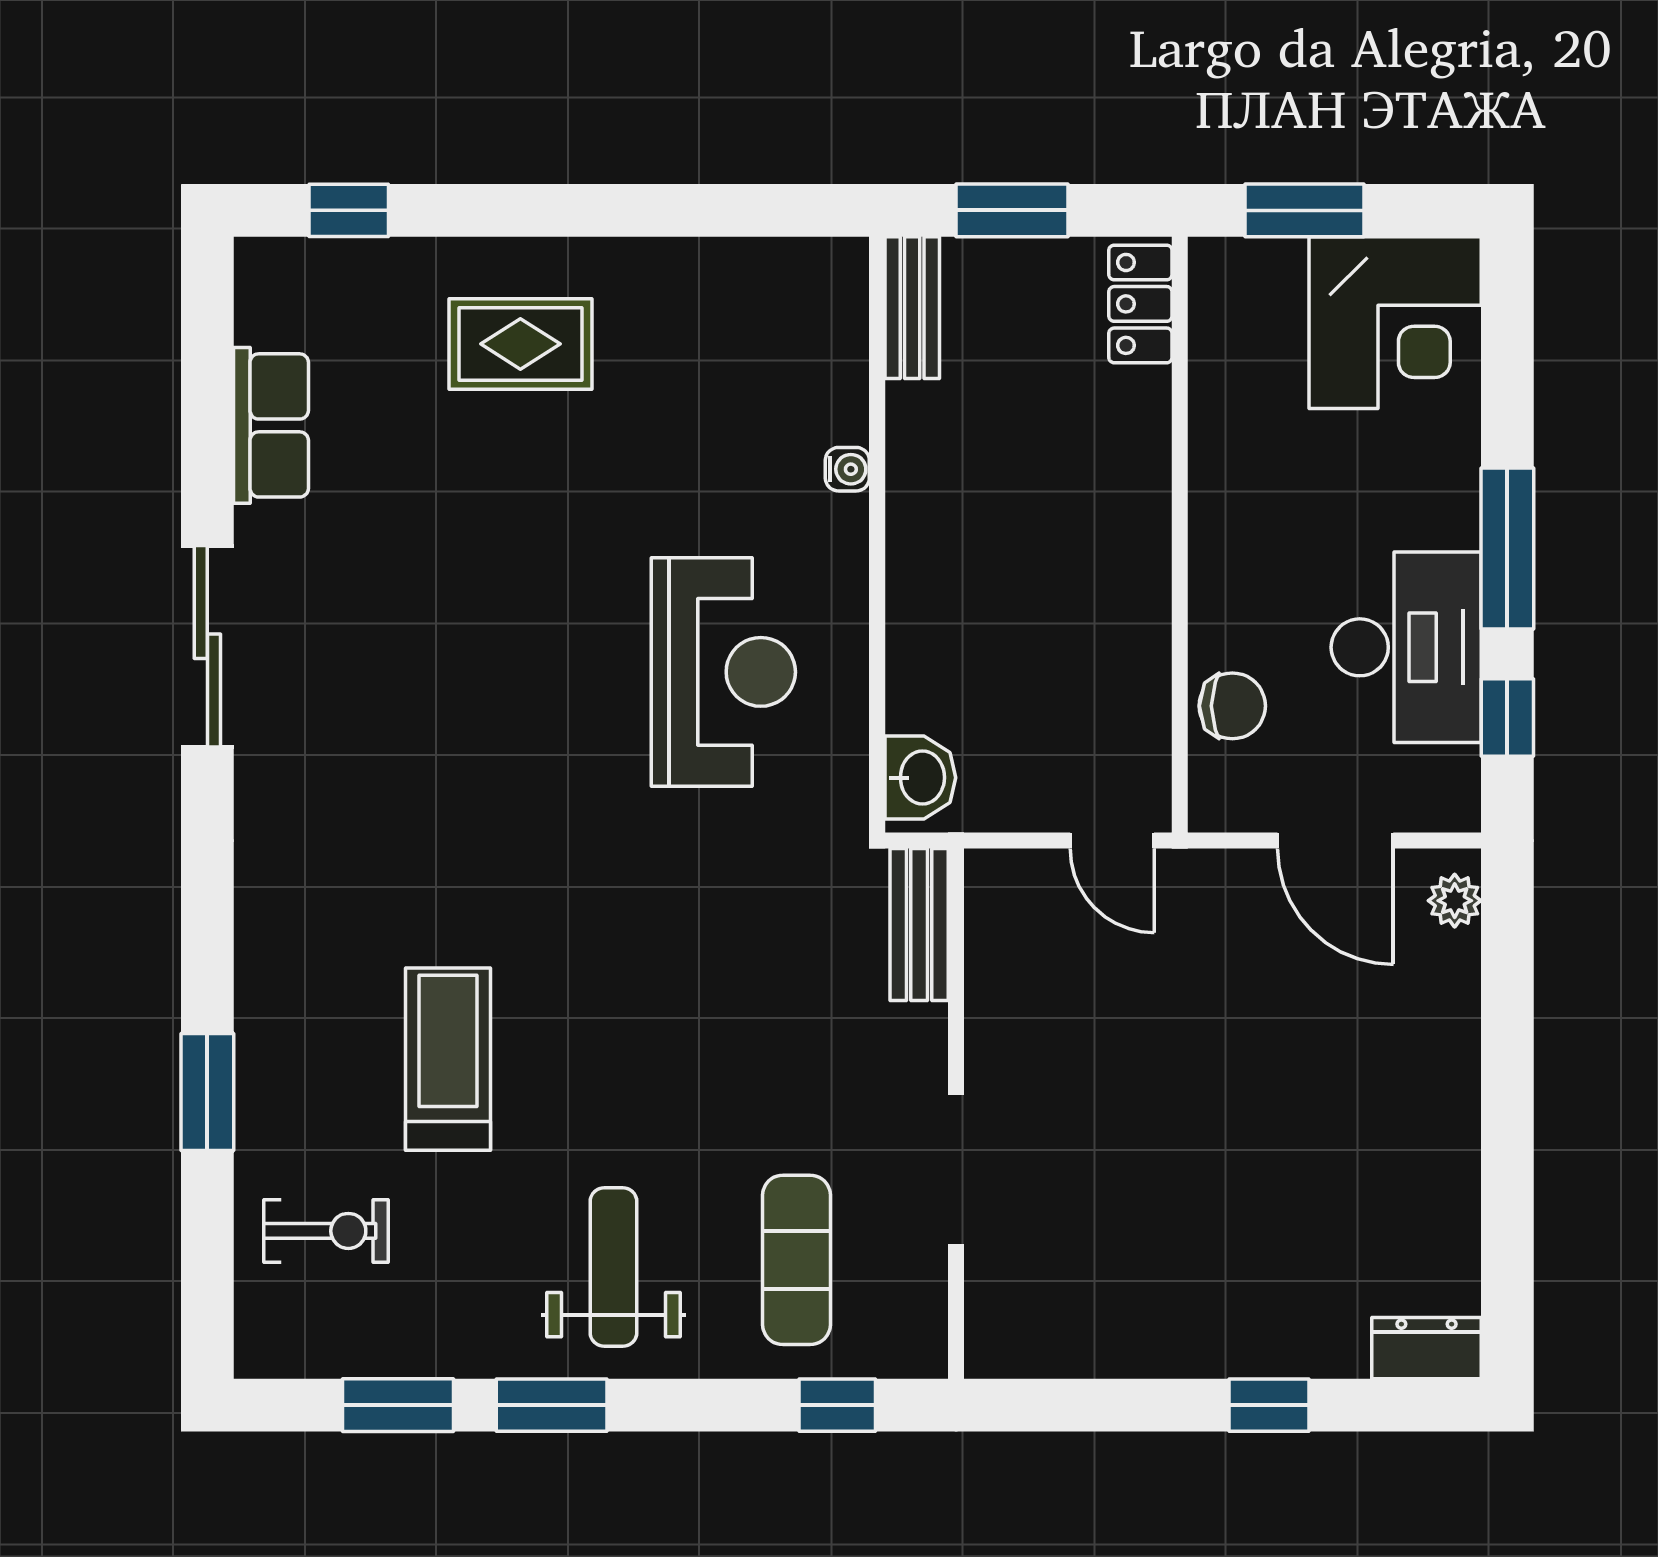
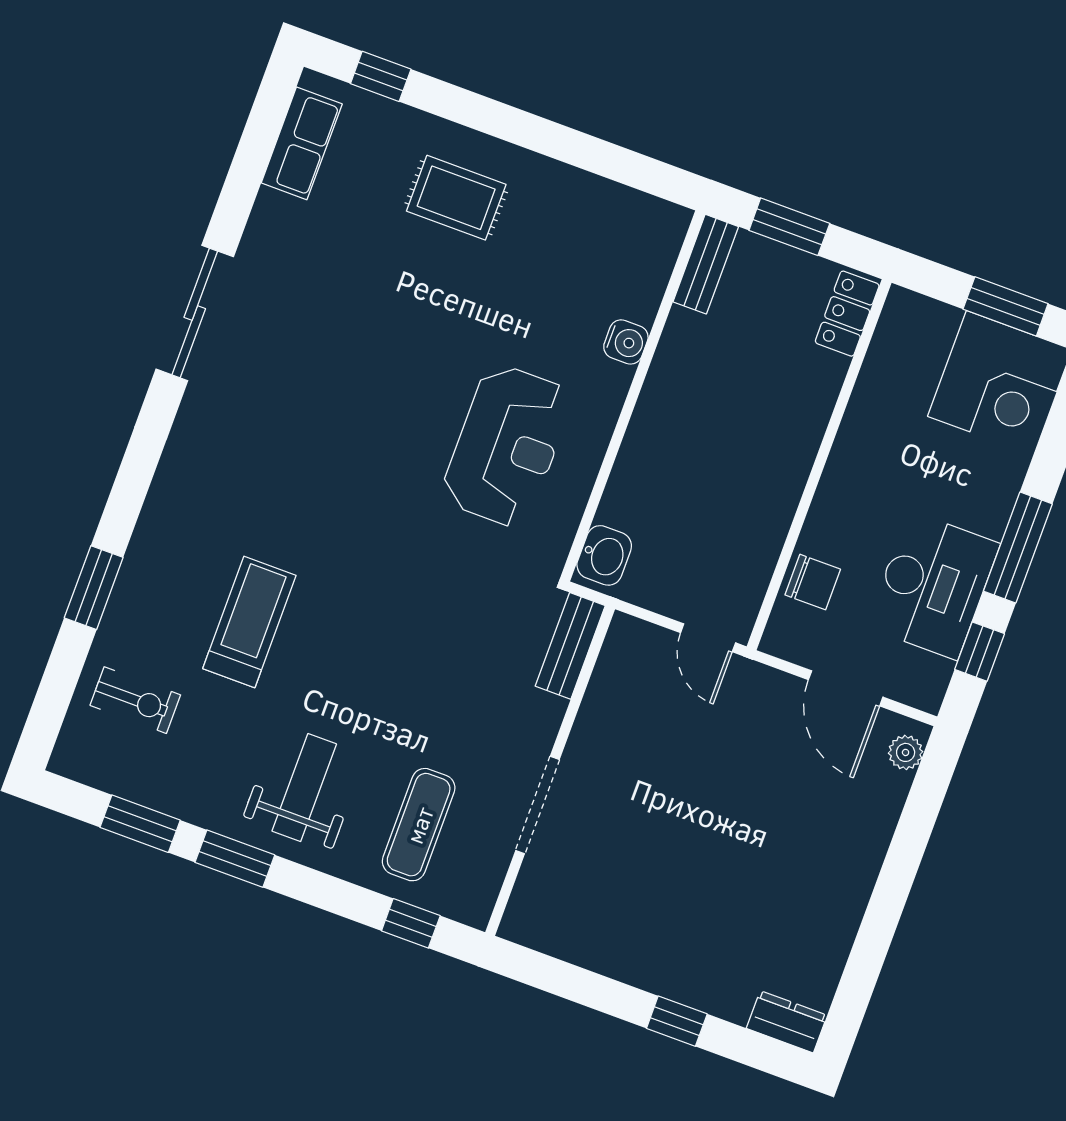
window: (1304, 210) -> (1006, 306), moved
row of seats: (271, 425) -> (302, 143), moved
water cooler: (847, 469) -> (626, 342), width x1.38, depth x1.38

